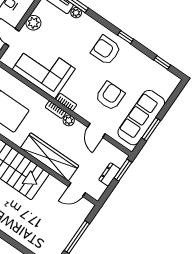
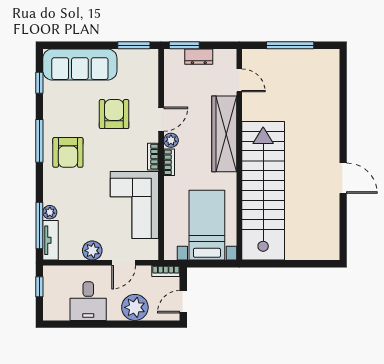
window: (126, 37) -> (39, 141), width x2.17
armchair: (110, 96) -> (114, 114), turned 90
sofa: (141, 118) -> (80, 65), moved
window: (151, 129) -> (134, 45), moved
door: (96, 130) -> (161, 119), moved

